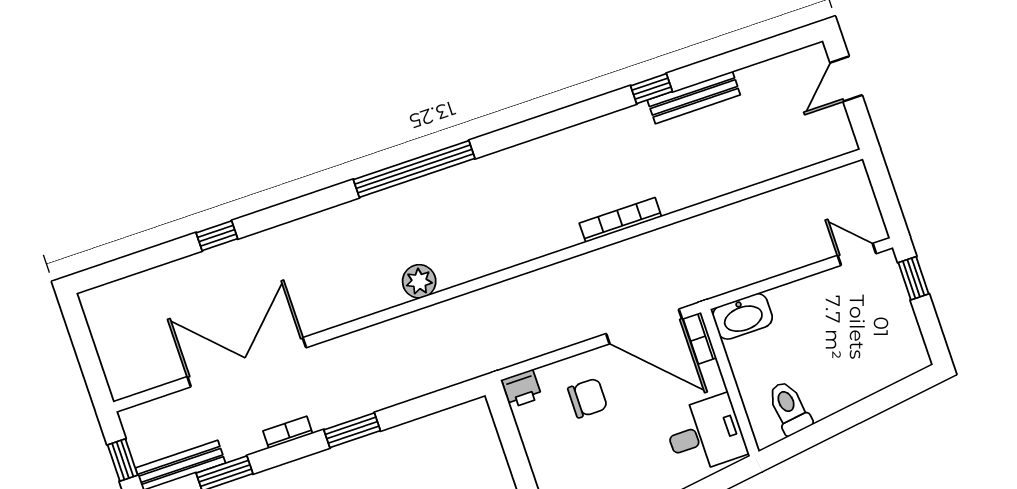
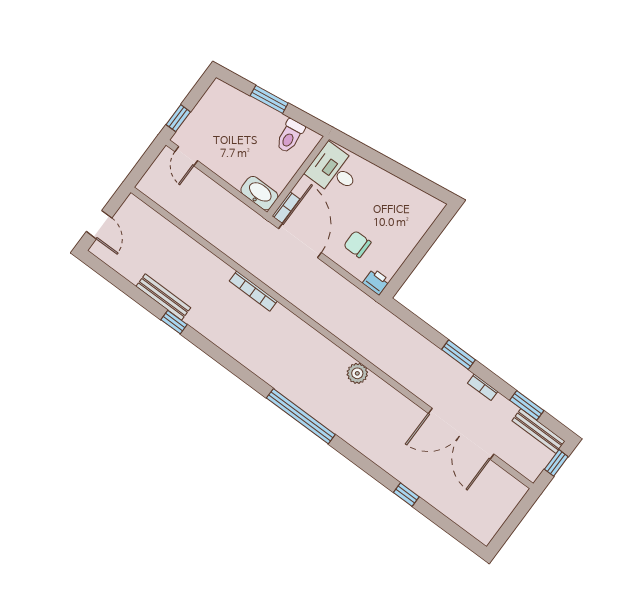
door: (846, 79) -> (99, 225), hinge flipped
window: (856, 414) -> (269, 99), added

